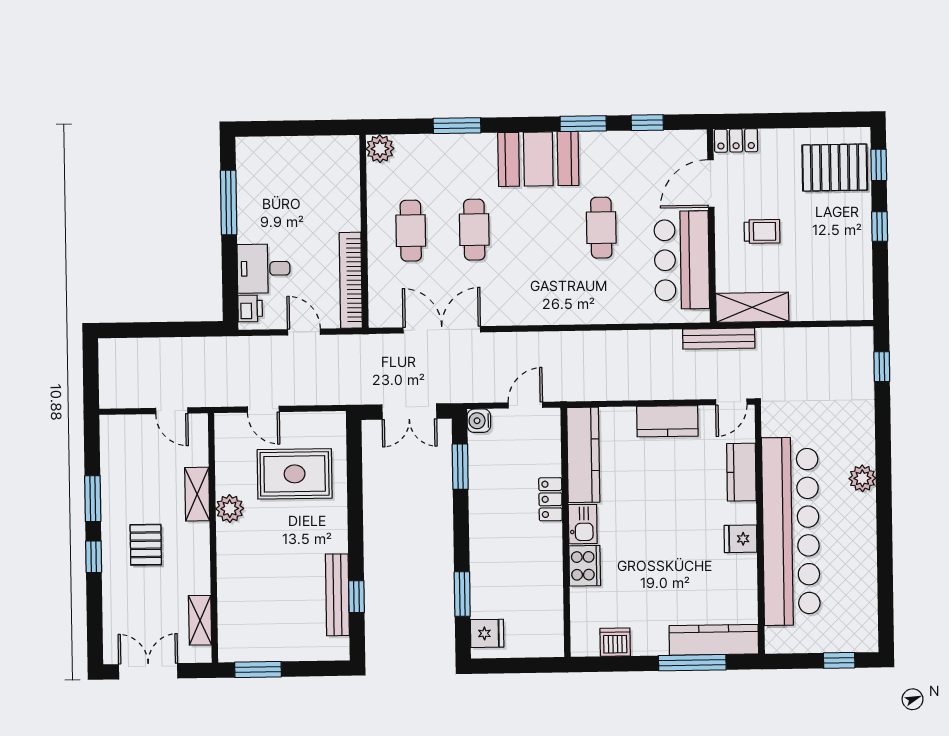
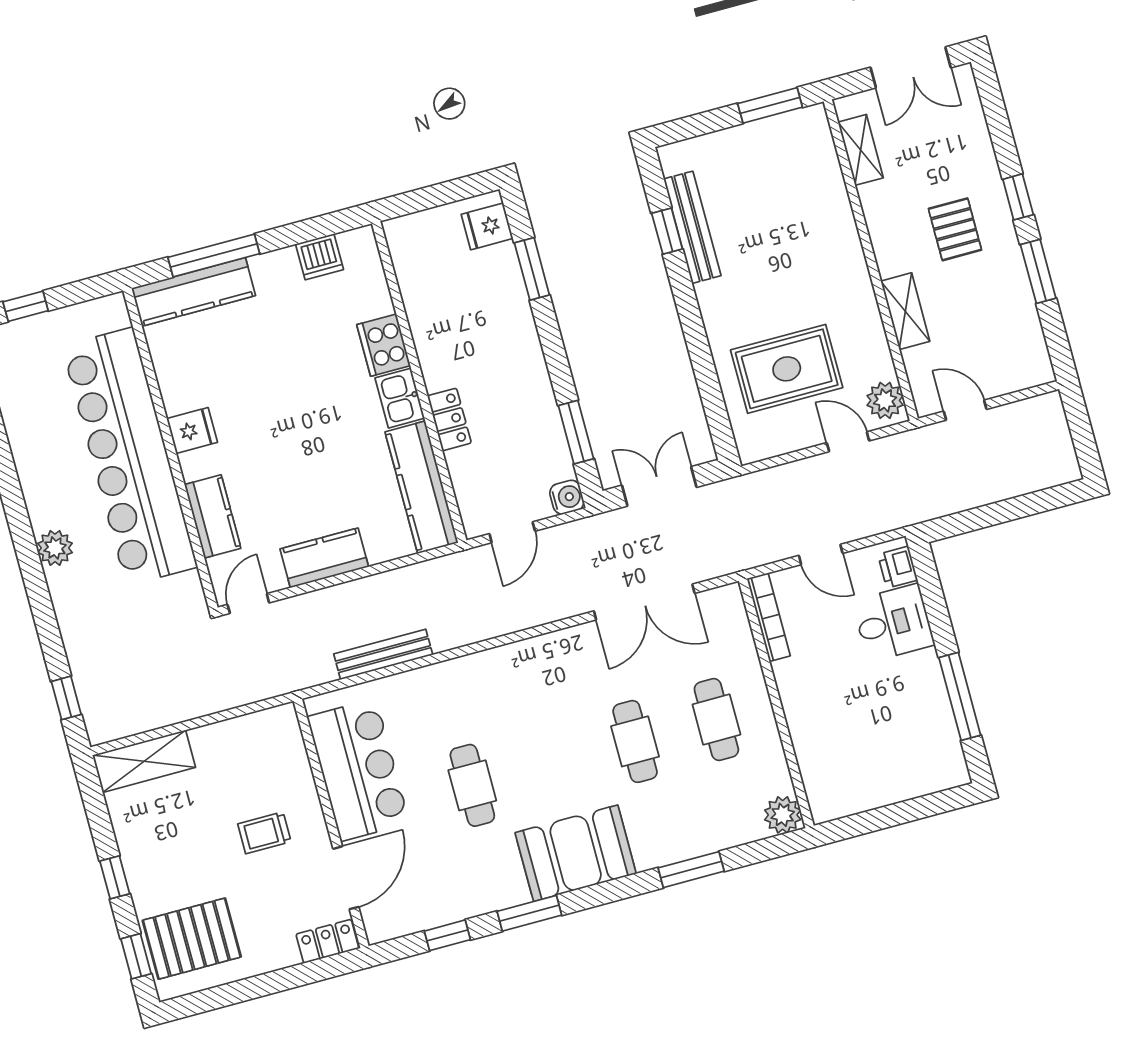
bookcase: (351, 280) -> (769, 617), width x0.68, depth x0.76
shelving: (752, 307) -> (144, 761), moved
bench: (719, 339) -> (383, 654), moved
plant: (230, 509) -> (885, 400), moved

